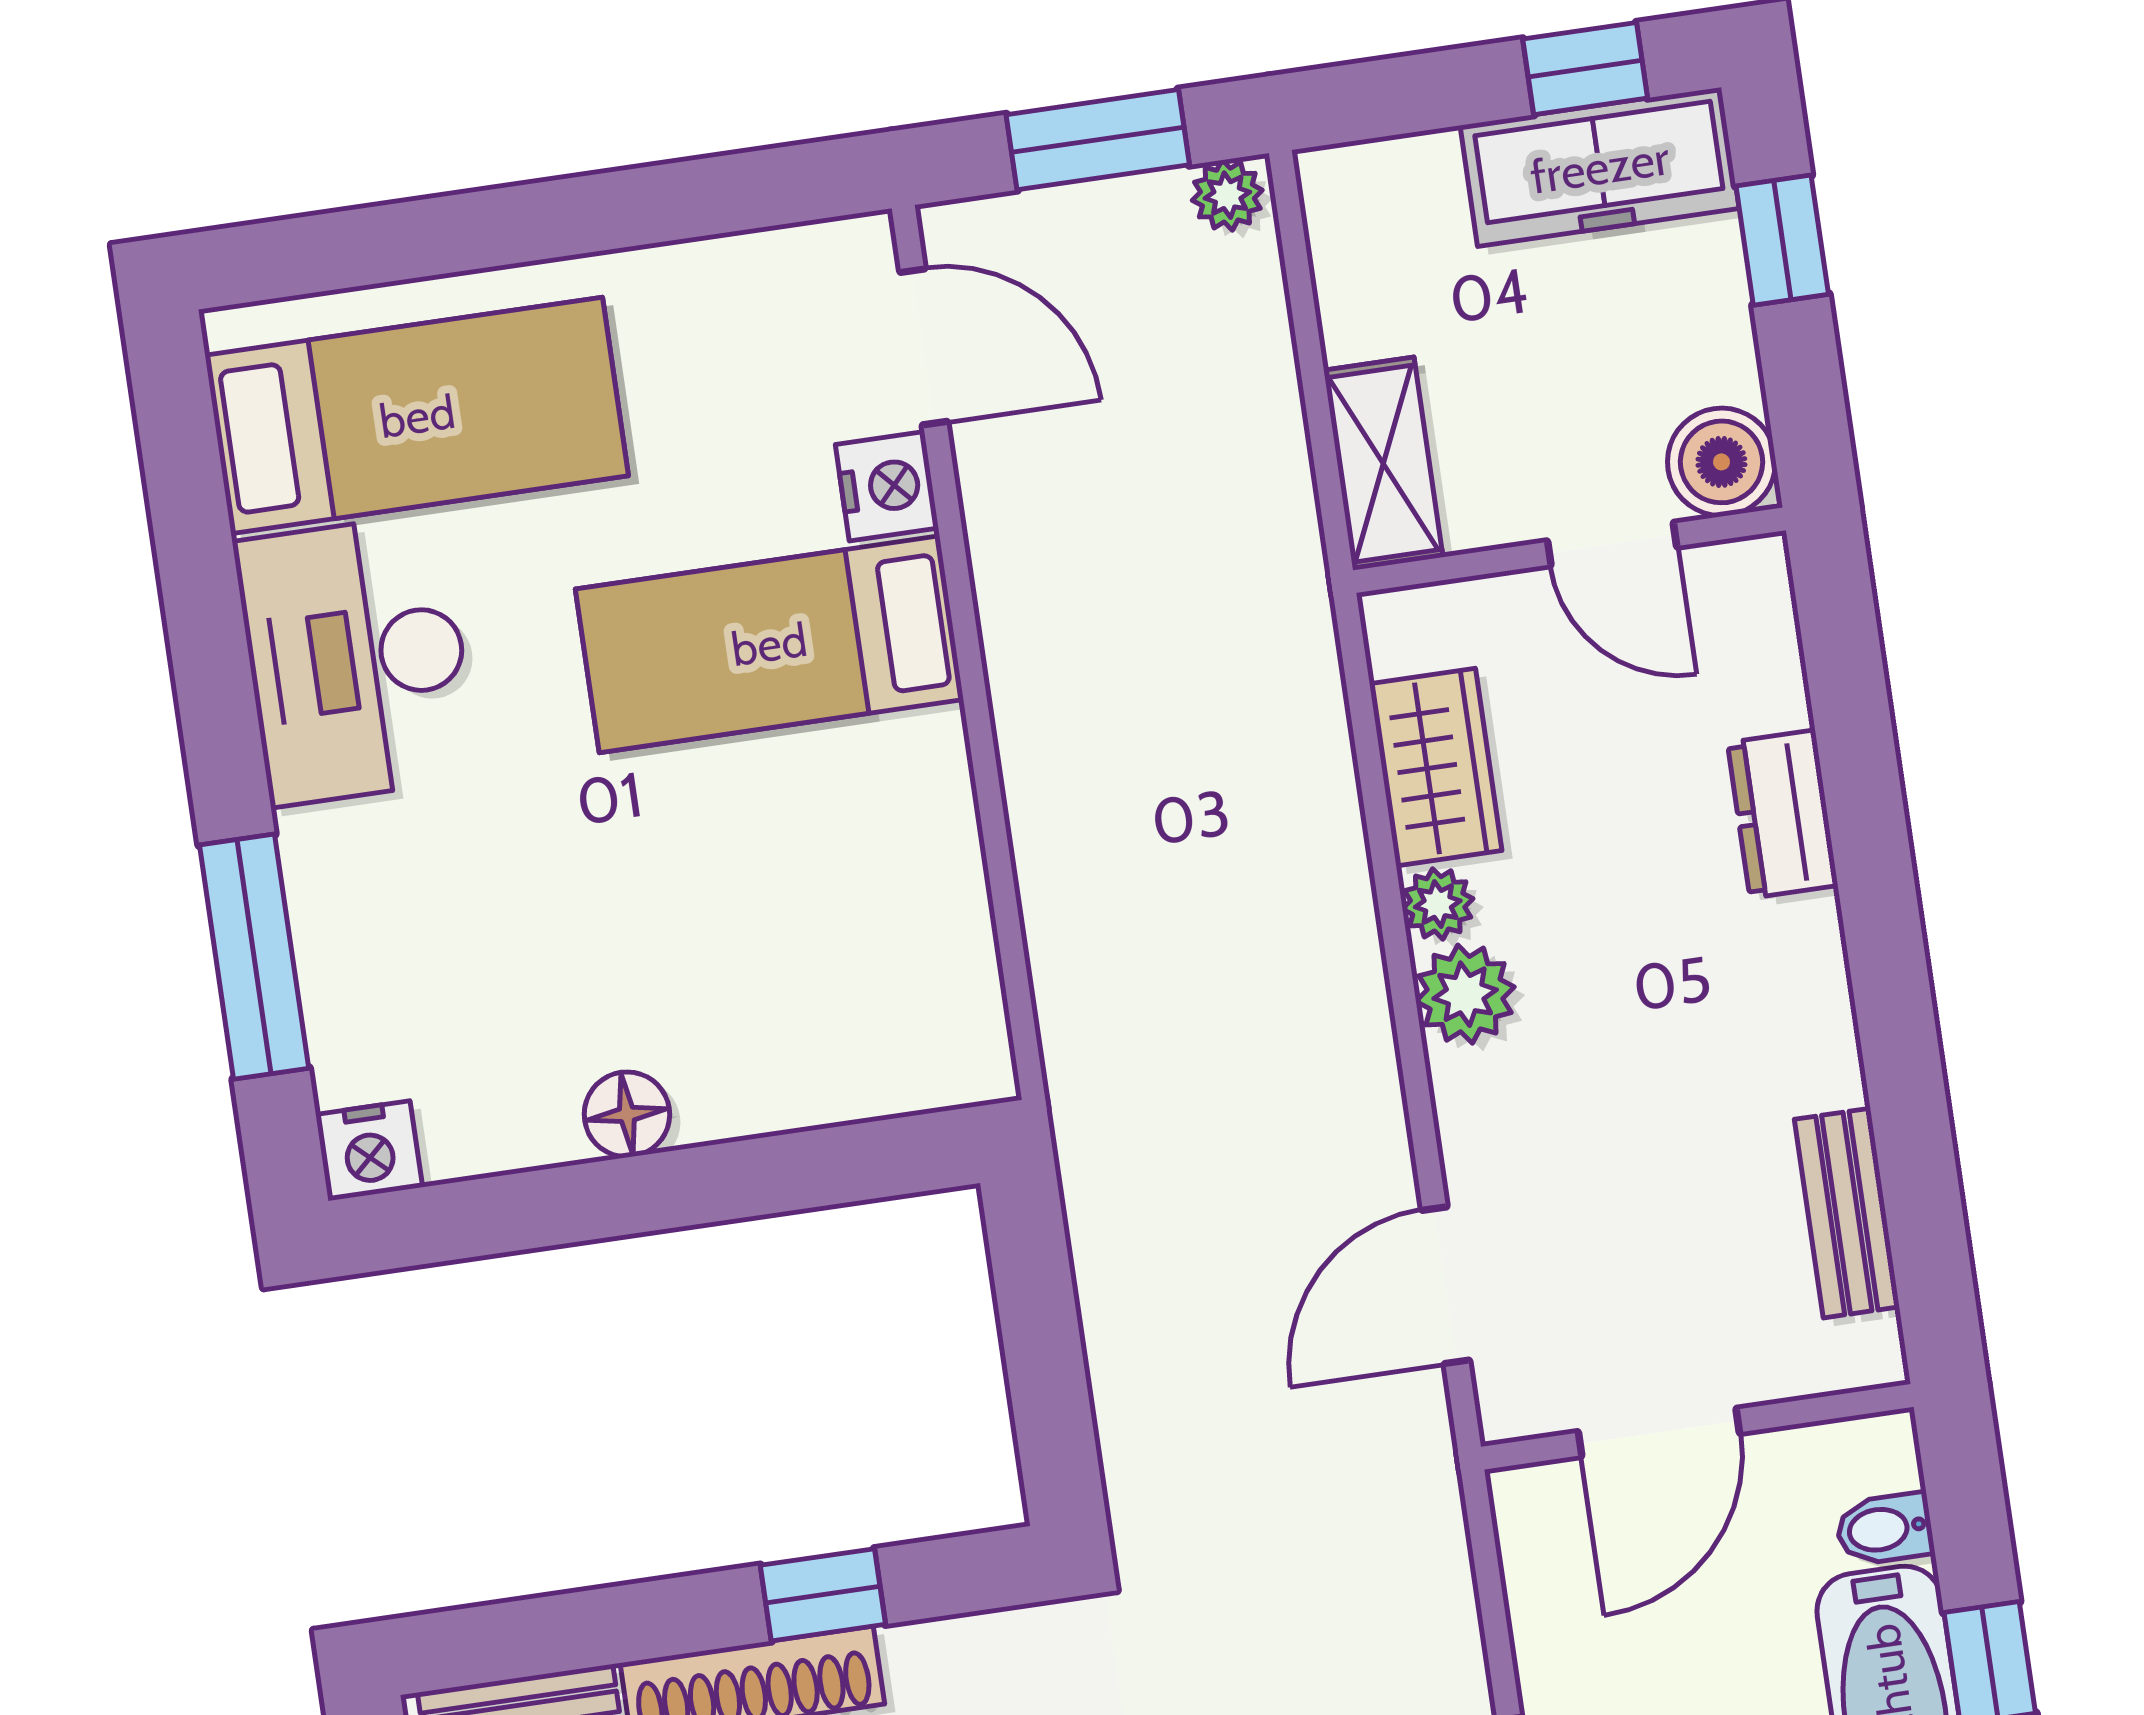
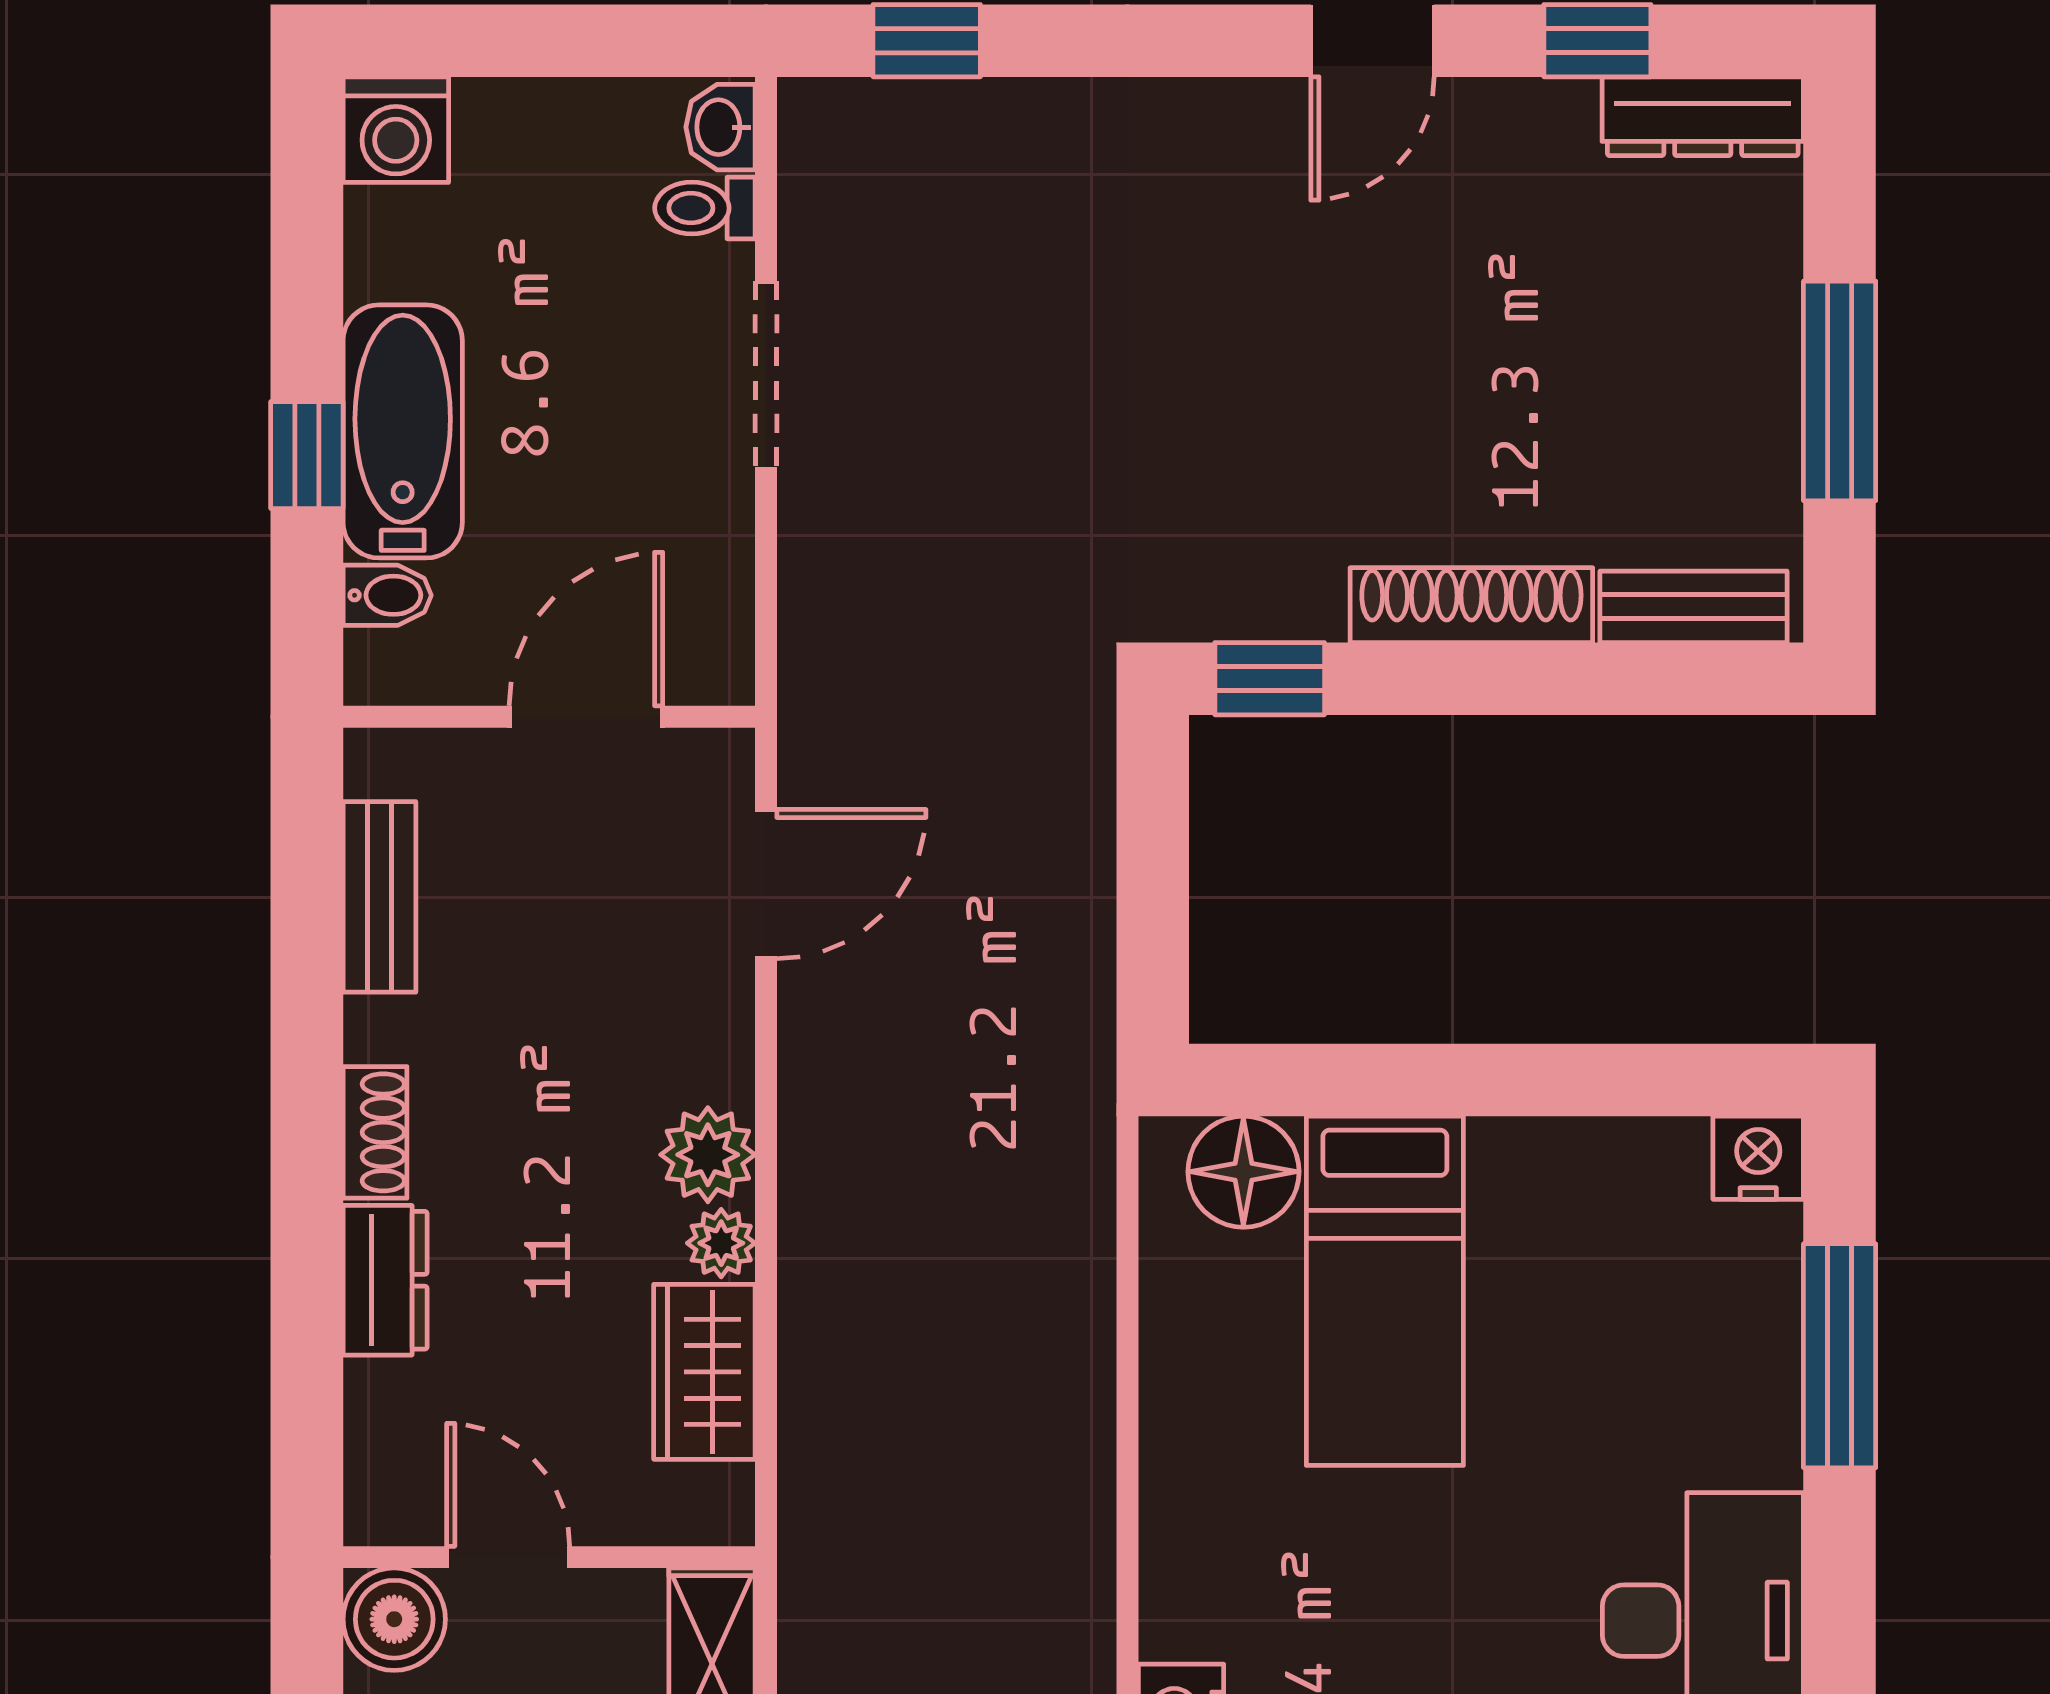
bed: (769, 644) -> (1385, 1291), moved, turned 90
shoe rack: (1816, 967) -> (375, 1132), added
floor lamp: (627, 1114) -> (1243, 1172), moved, width x1.38, depth x1.38
window: (823, 1595) -> (1270, 679), moved

